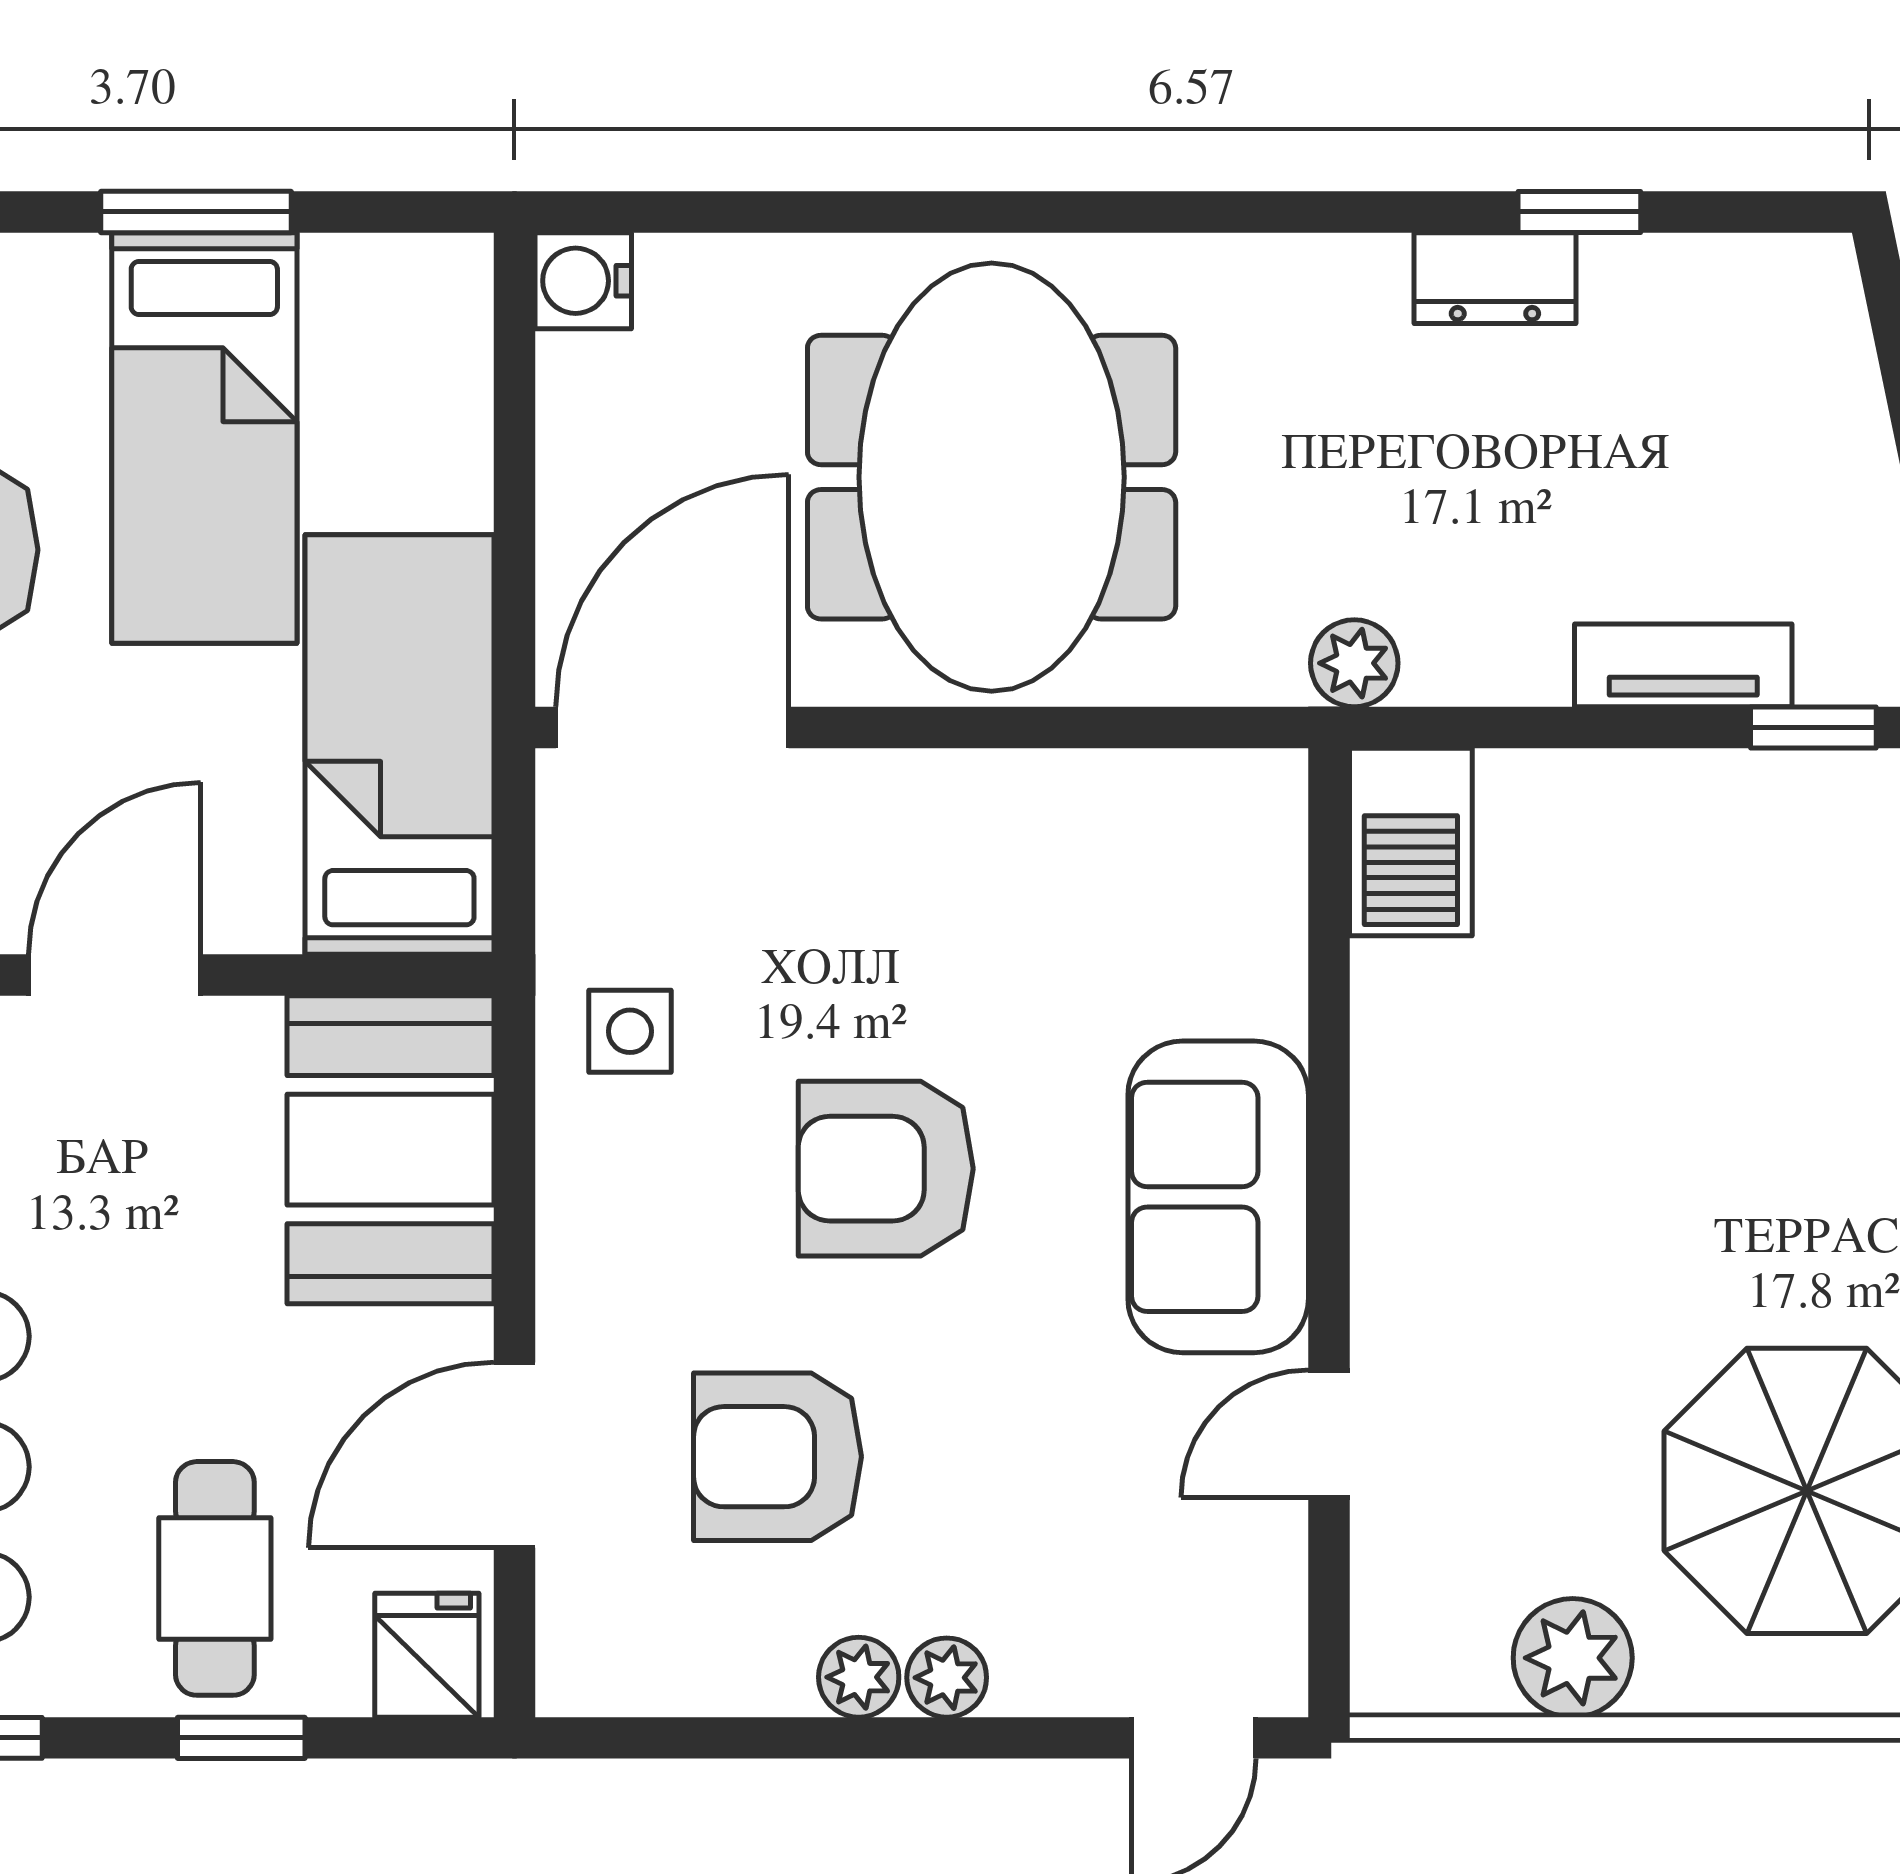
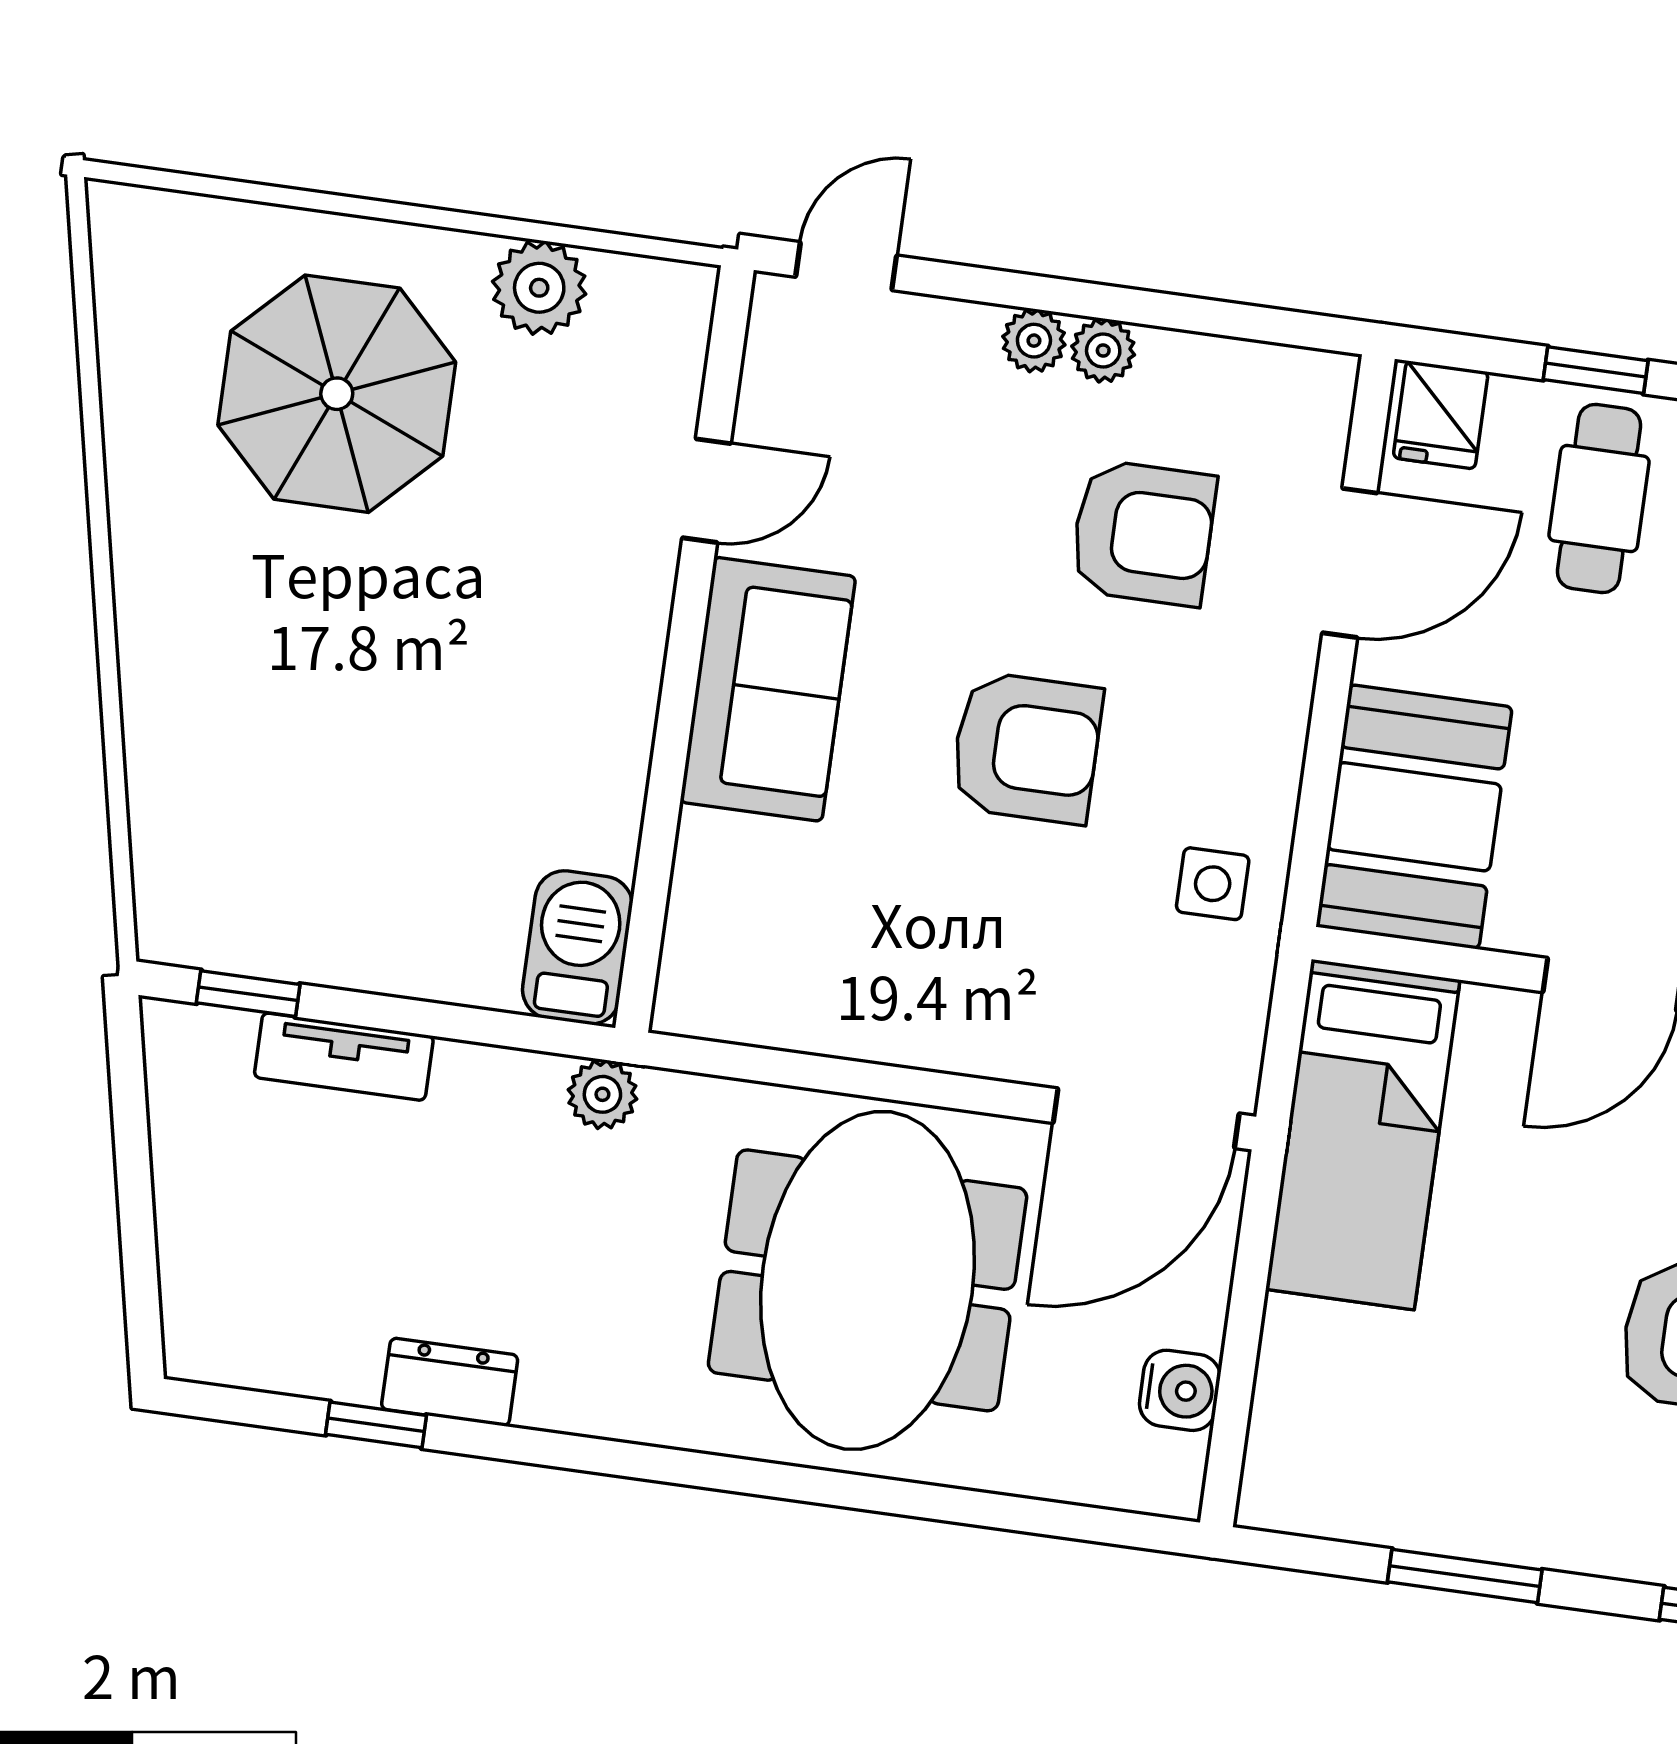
water cooler: (583, 281) -> (1180, 1390), moved
bed: (204, 438) -> (1483, 1397), removed

